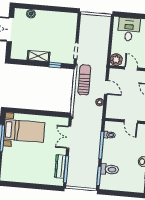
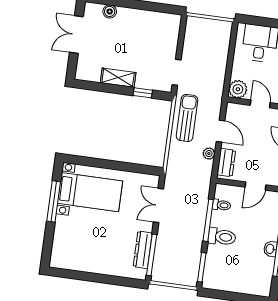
dresser: (111, 107) -> (226, 163), added
door: (131, 122) -> (255, 186), hinge flipped
toilet: (110, 169) -> (222, 237), moved

